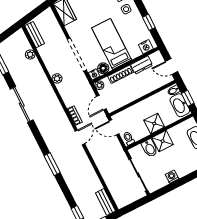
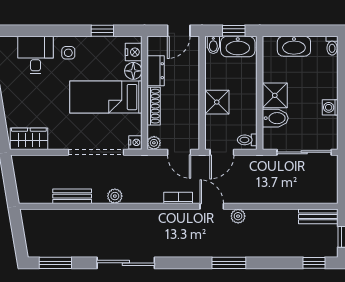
bench: (35, 35) -> (72, 196), moved
plant: (30, 55) -> (238, 216), moved
floor lamp: (103, 68) -> (133, 71), moved
shower: (154, 124) -> (217, 102), moved

